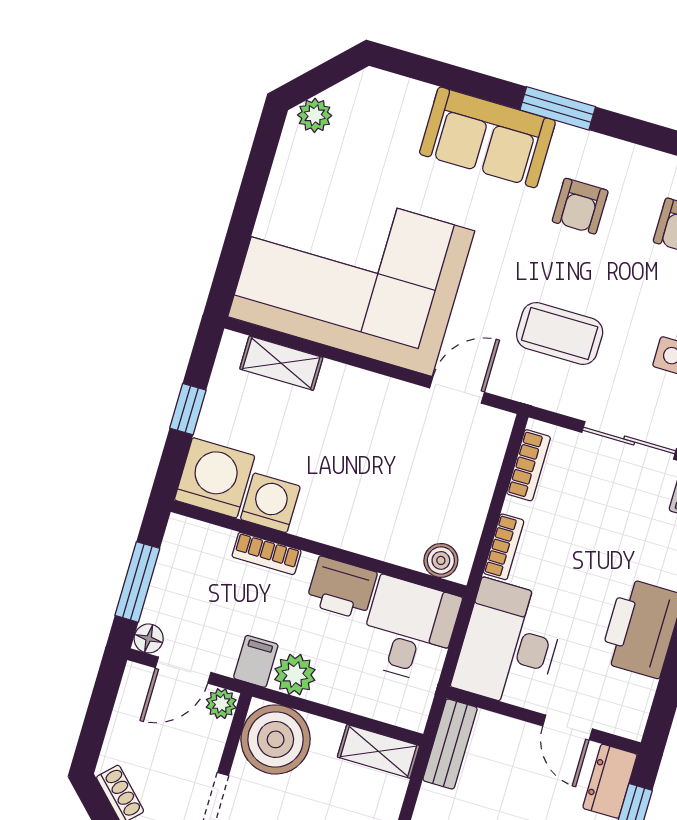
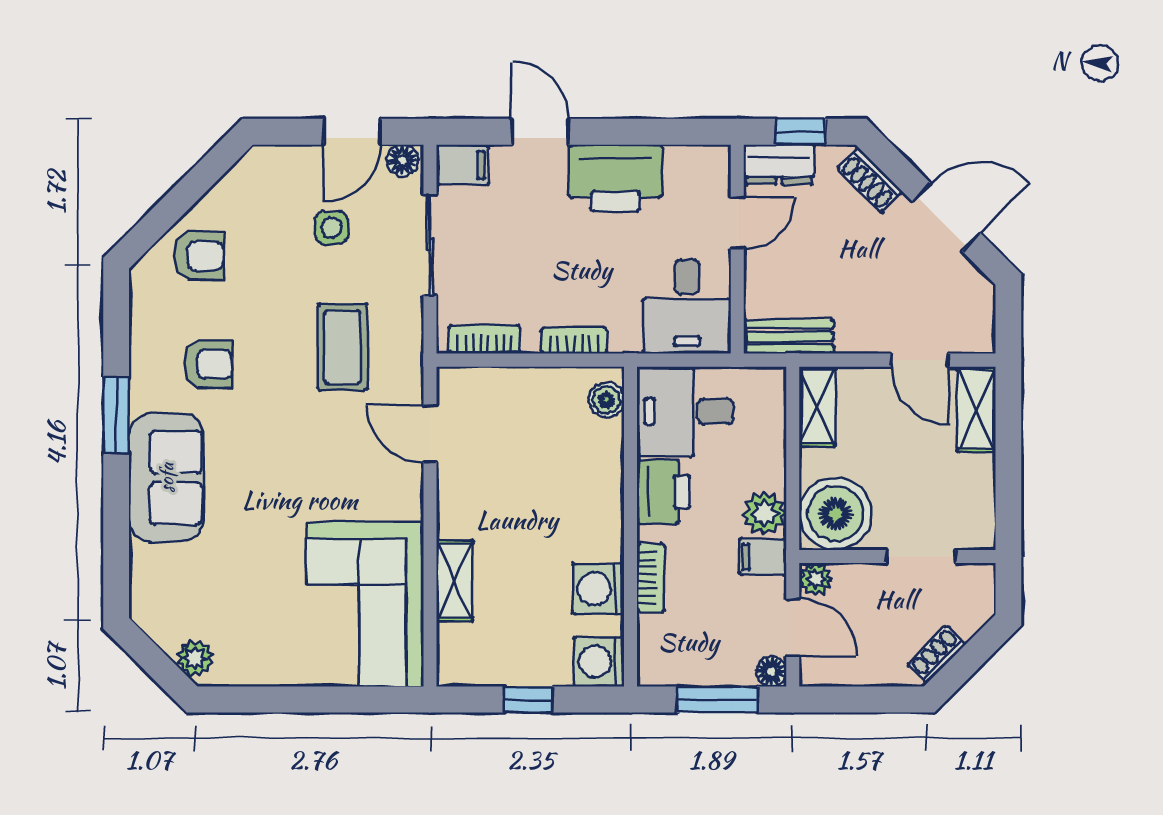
corner sofa: (351, 274) -> (365, 604), width x0.73, depth x0.74
shelving: (281, 363) -> (455, 581), moved
washing machine: (215, 478) -> (599, 662), width x0.73, depth x0.73
desk: (509, 644) -> (687, 306), width x0.73

